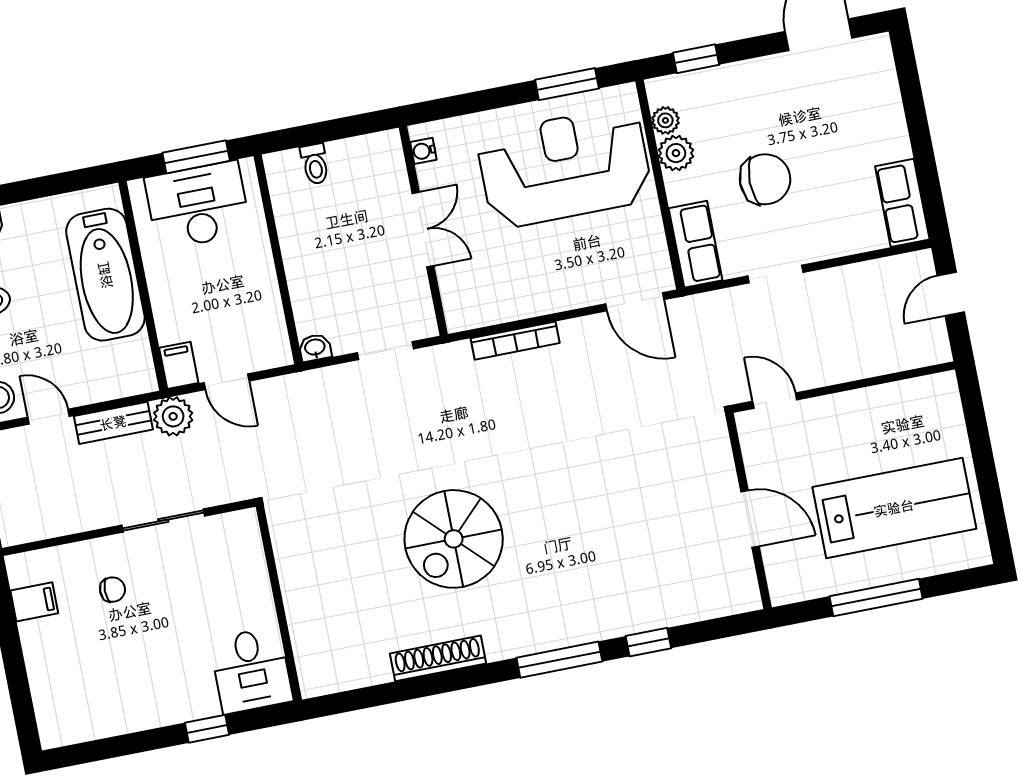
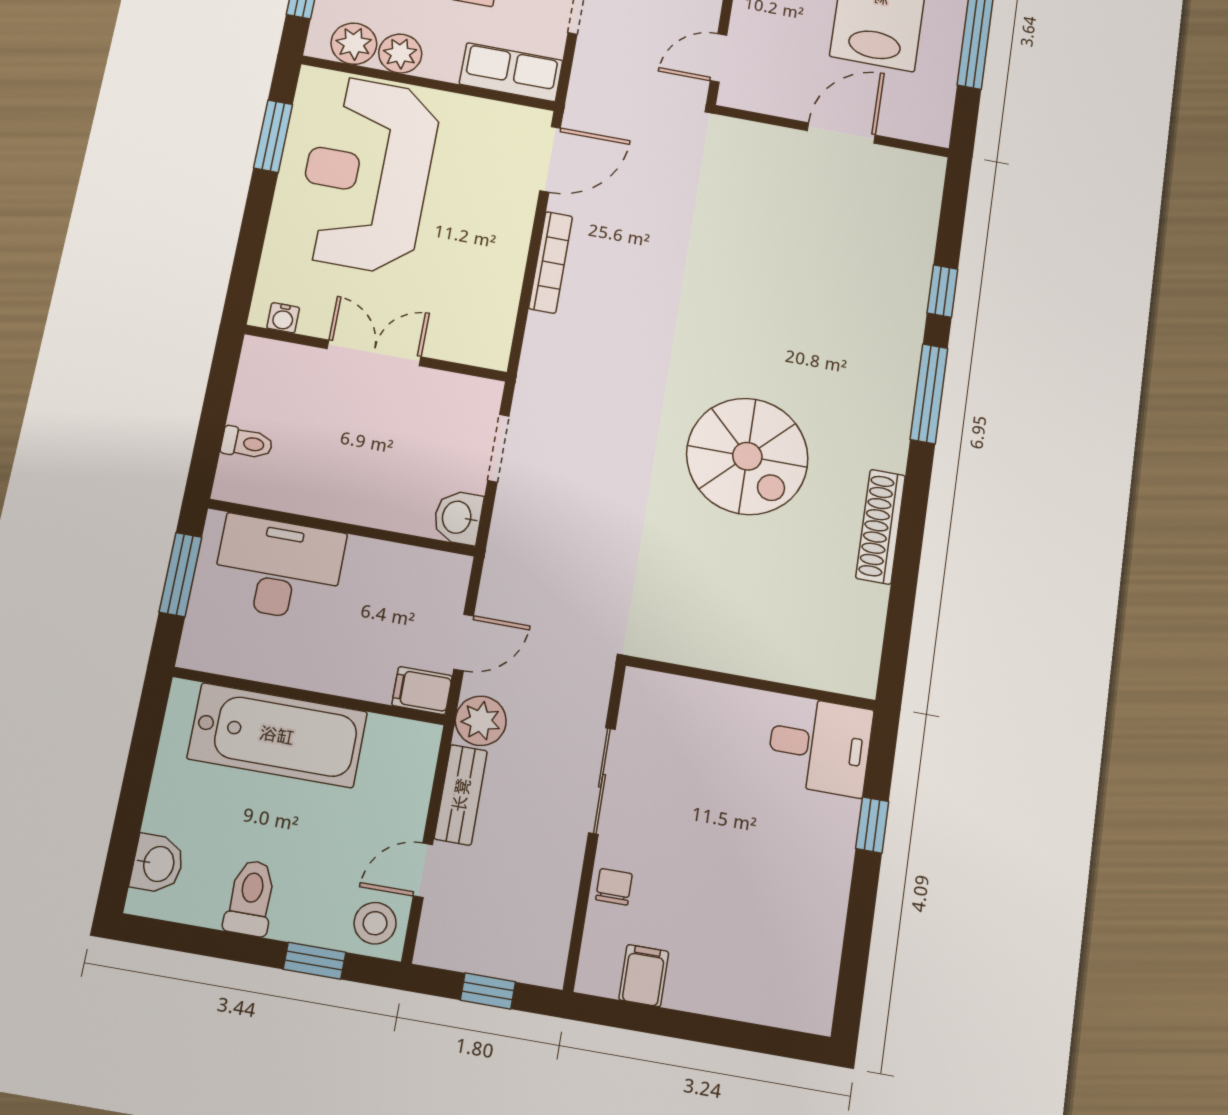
plant: (665, 120) -> (354, 44), width x1.38, depth x1.38
desk: (198, 205) -> (278, 568), moved, turned 90
bookcase: (515, 341) -> (551, 262), moved
washbasin: (315, 348) -> (458, 517), width x1.38, depth x1.45
chair: (112, 590) -> (614, 887), moved

